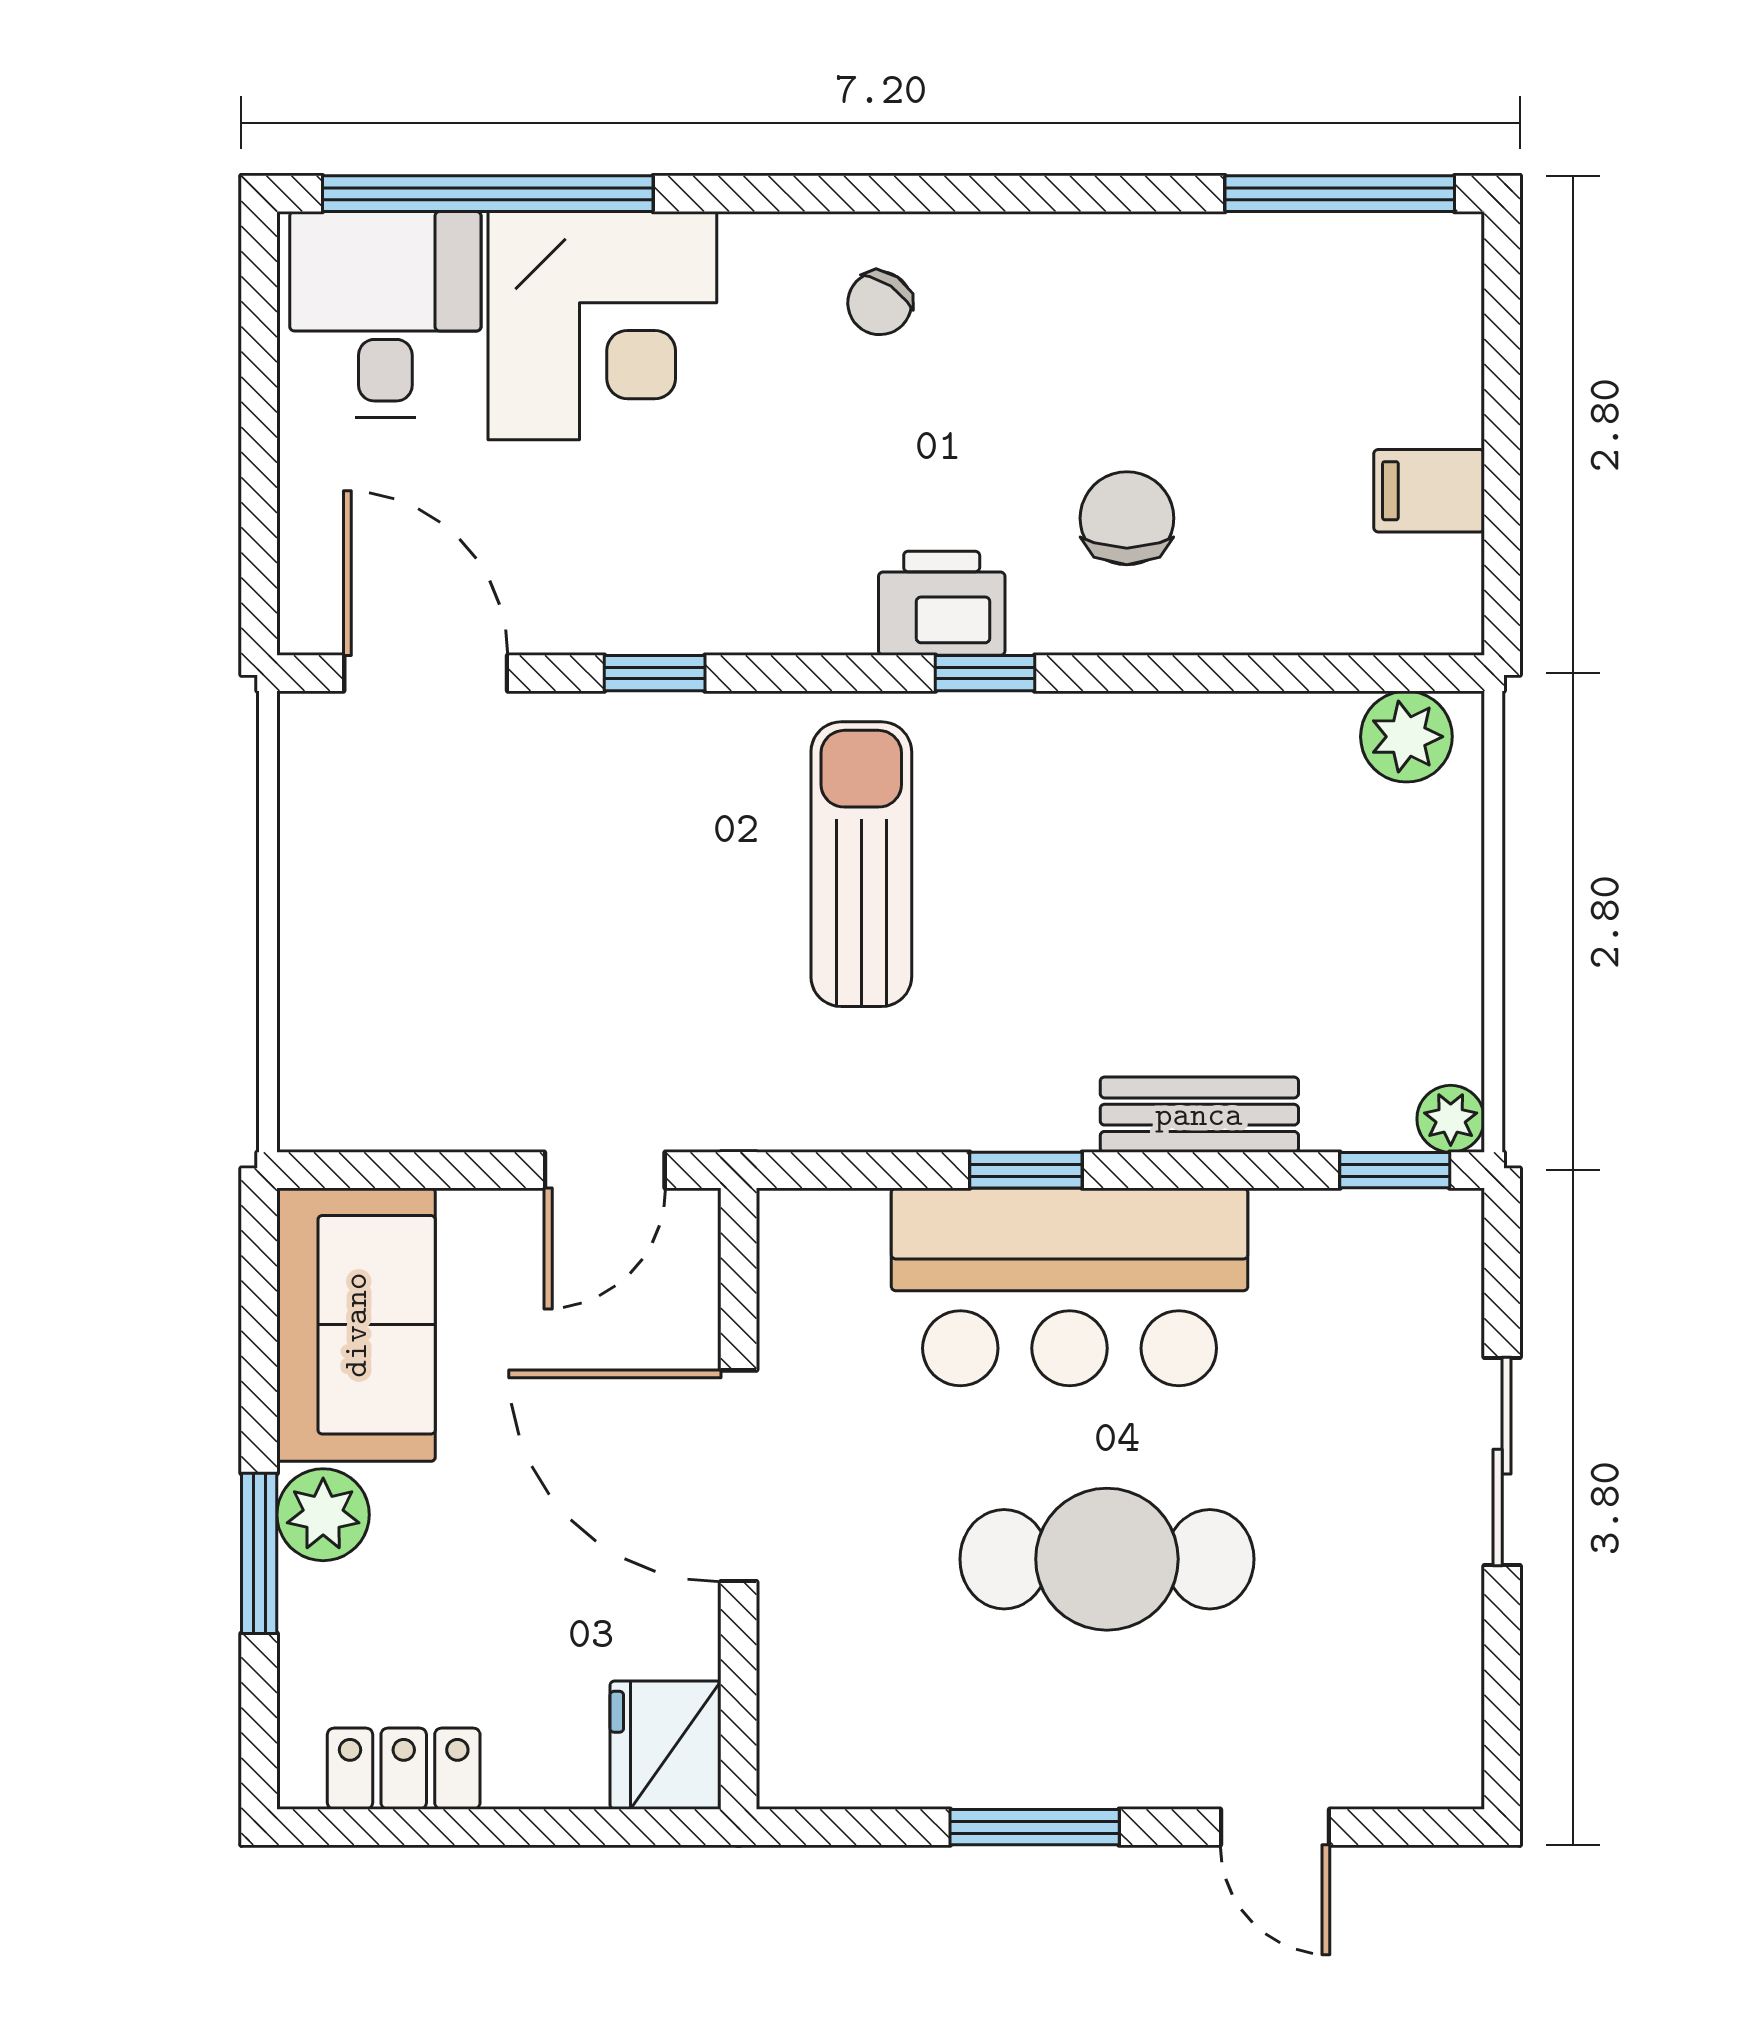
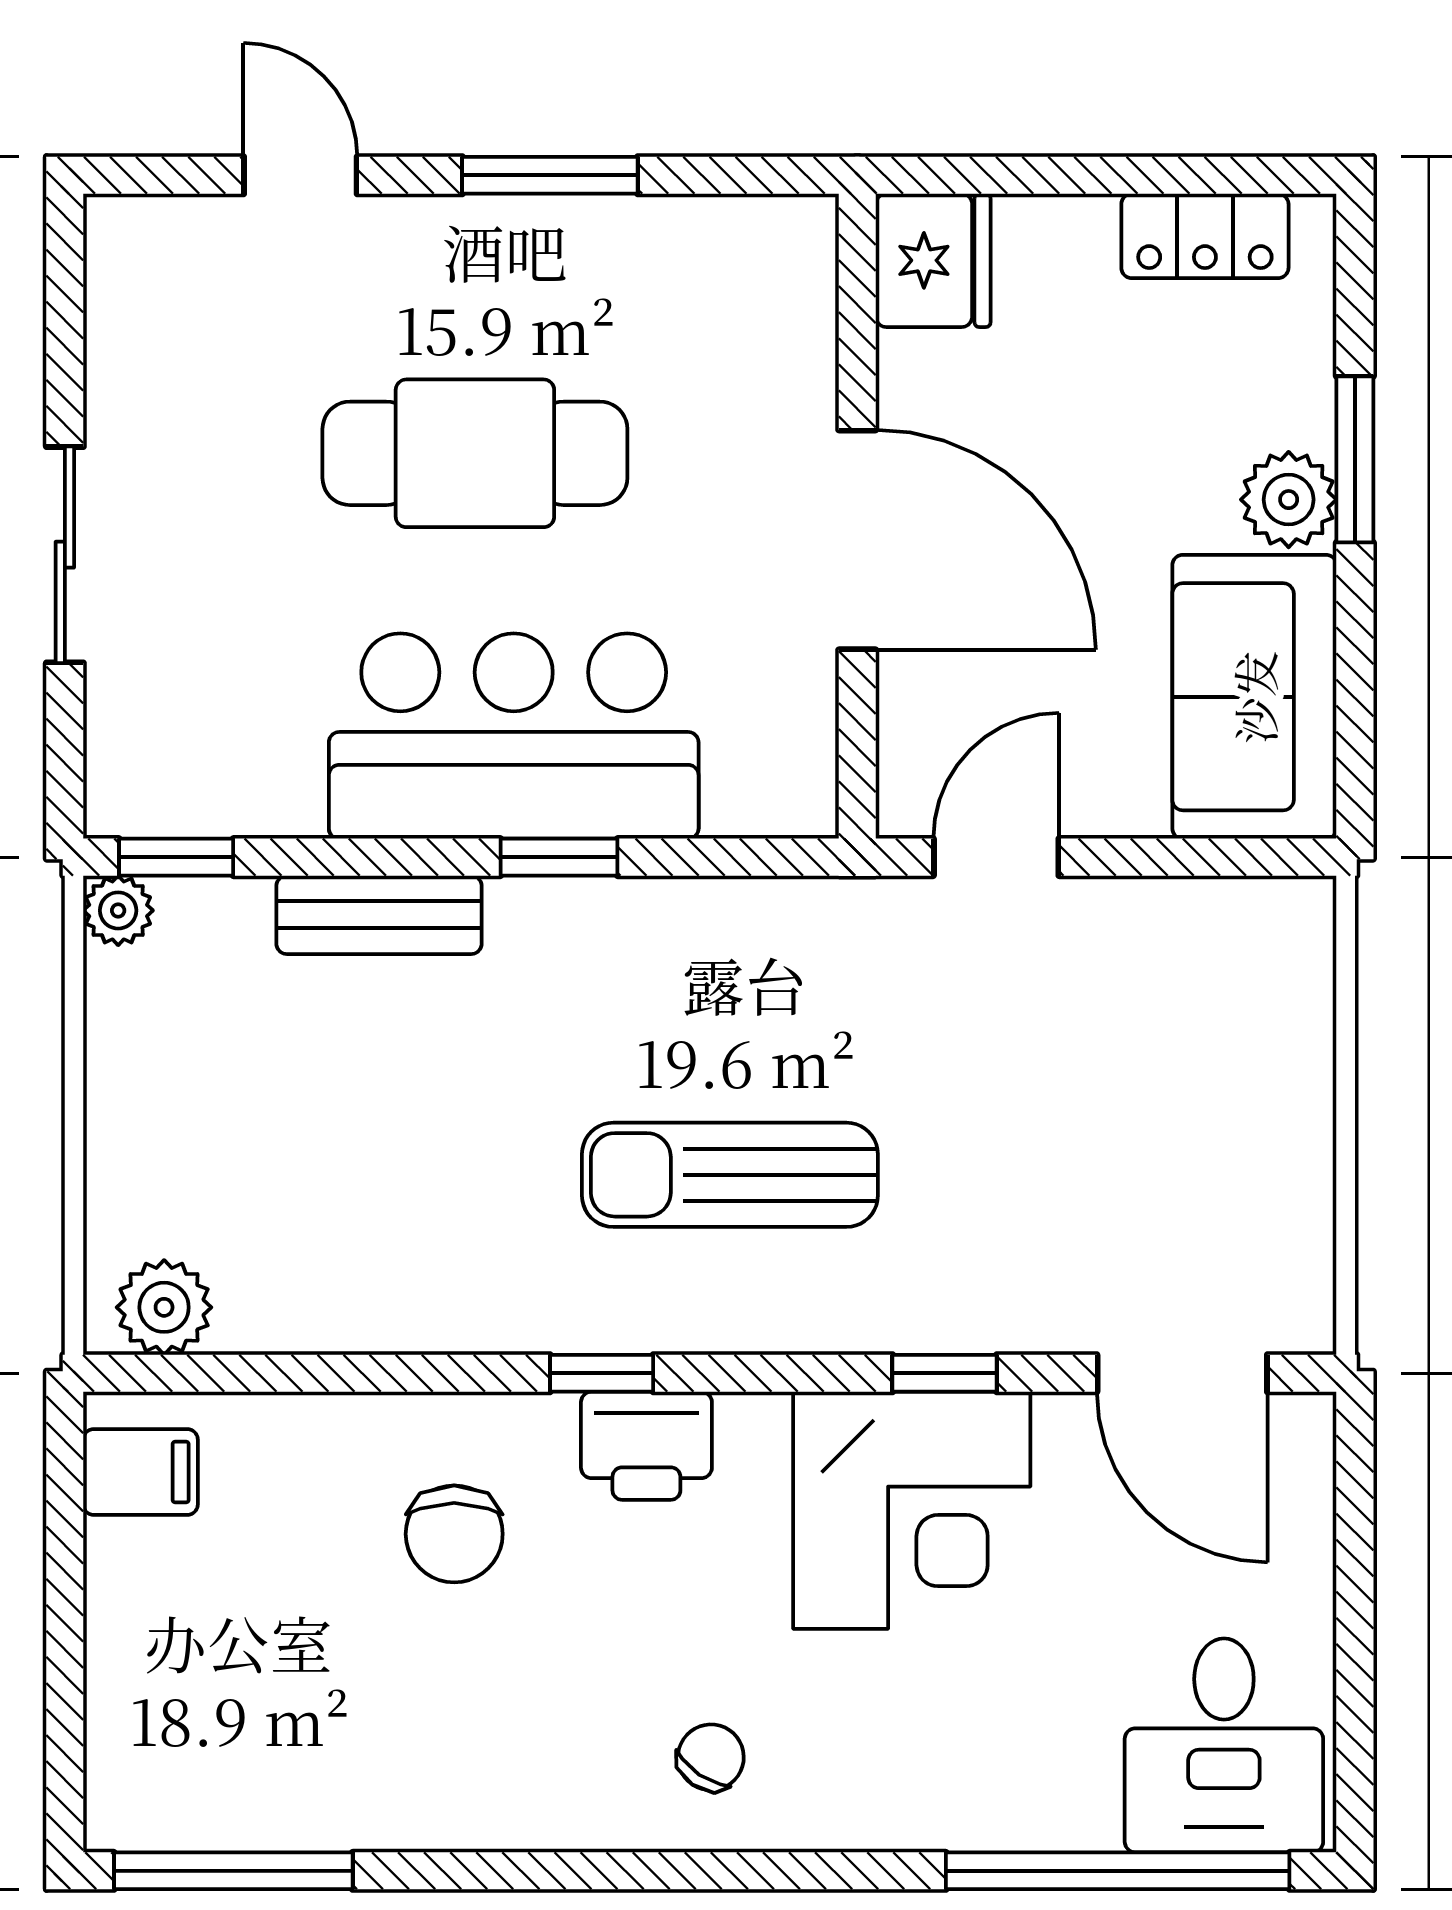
corner desk: (602, 326) -> (912, 1510), moved, turned 180
filing cabinet: (1429, 491) -> (141, 1472), moved
sun lounger: (861, 864) -> (730, 1175), turned 90

